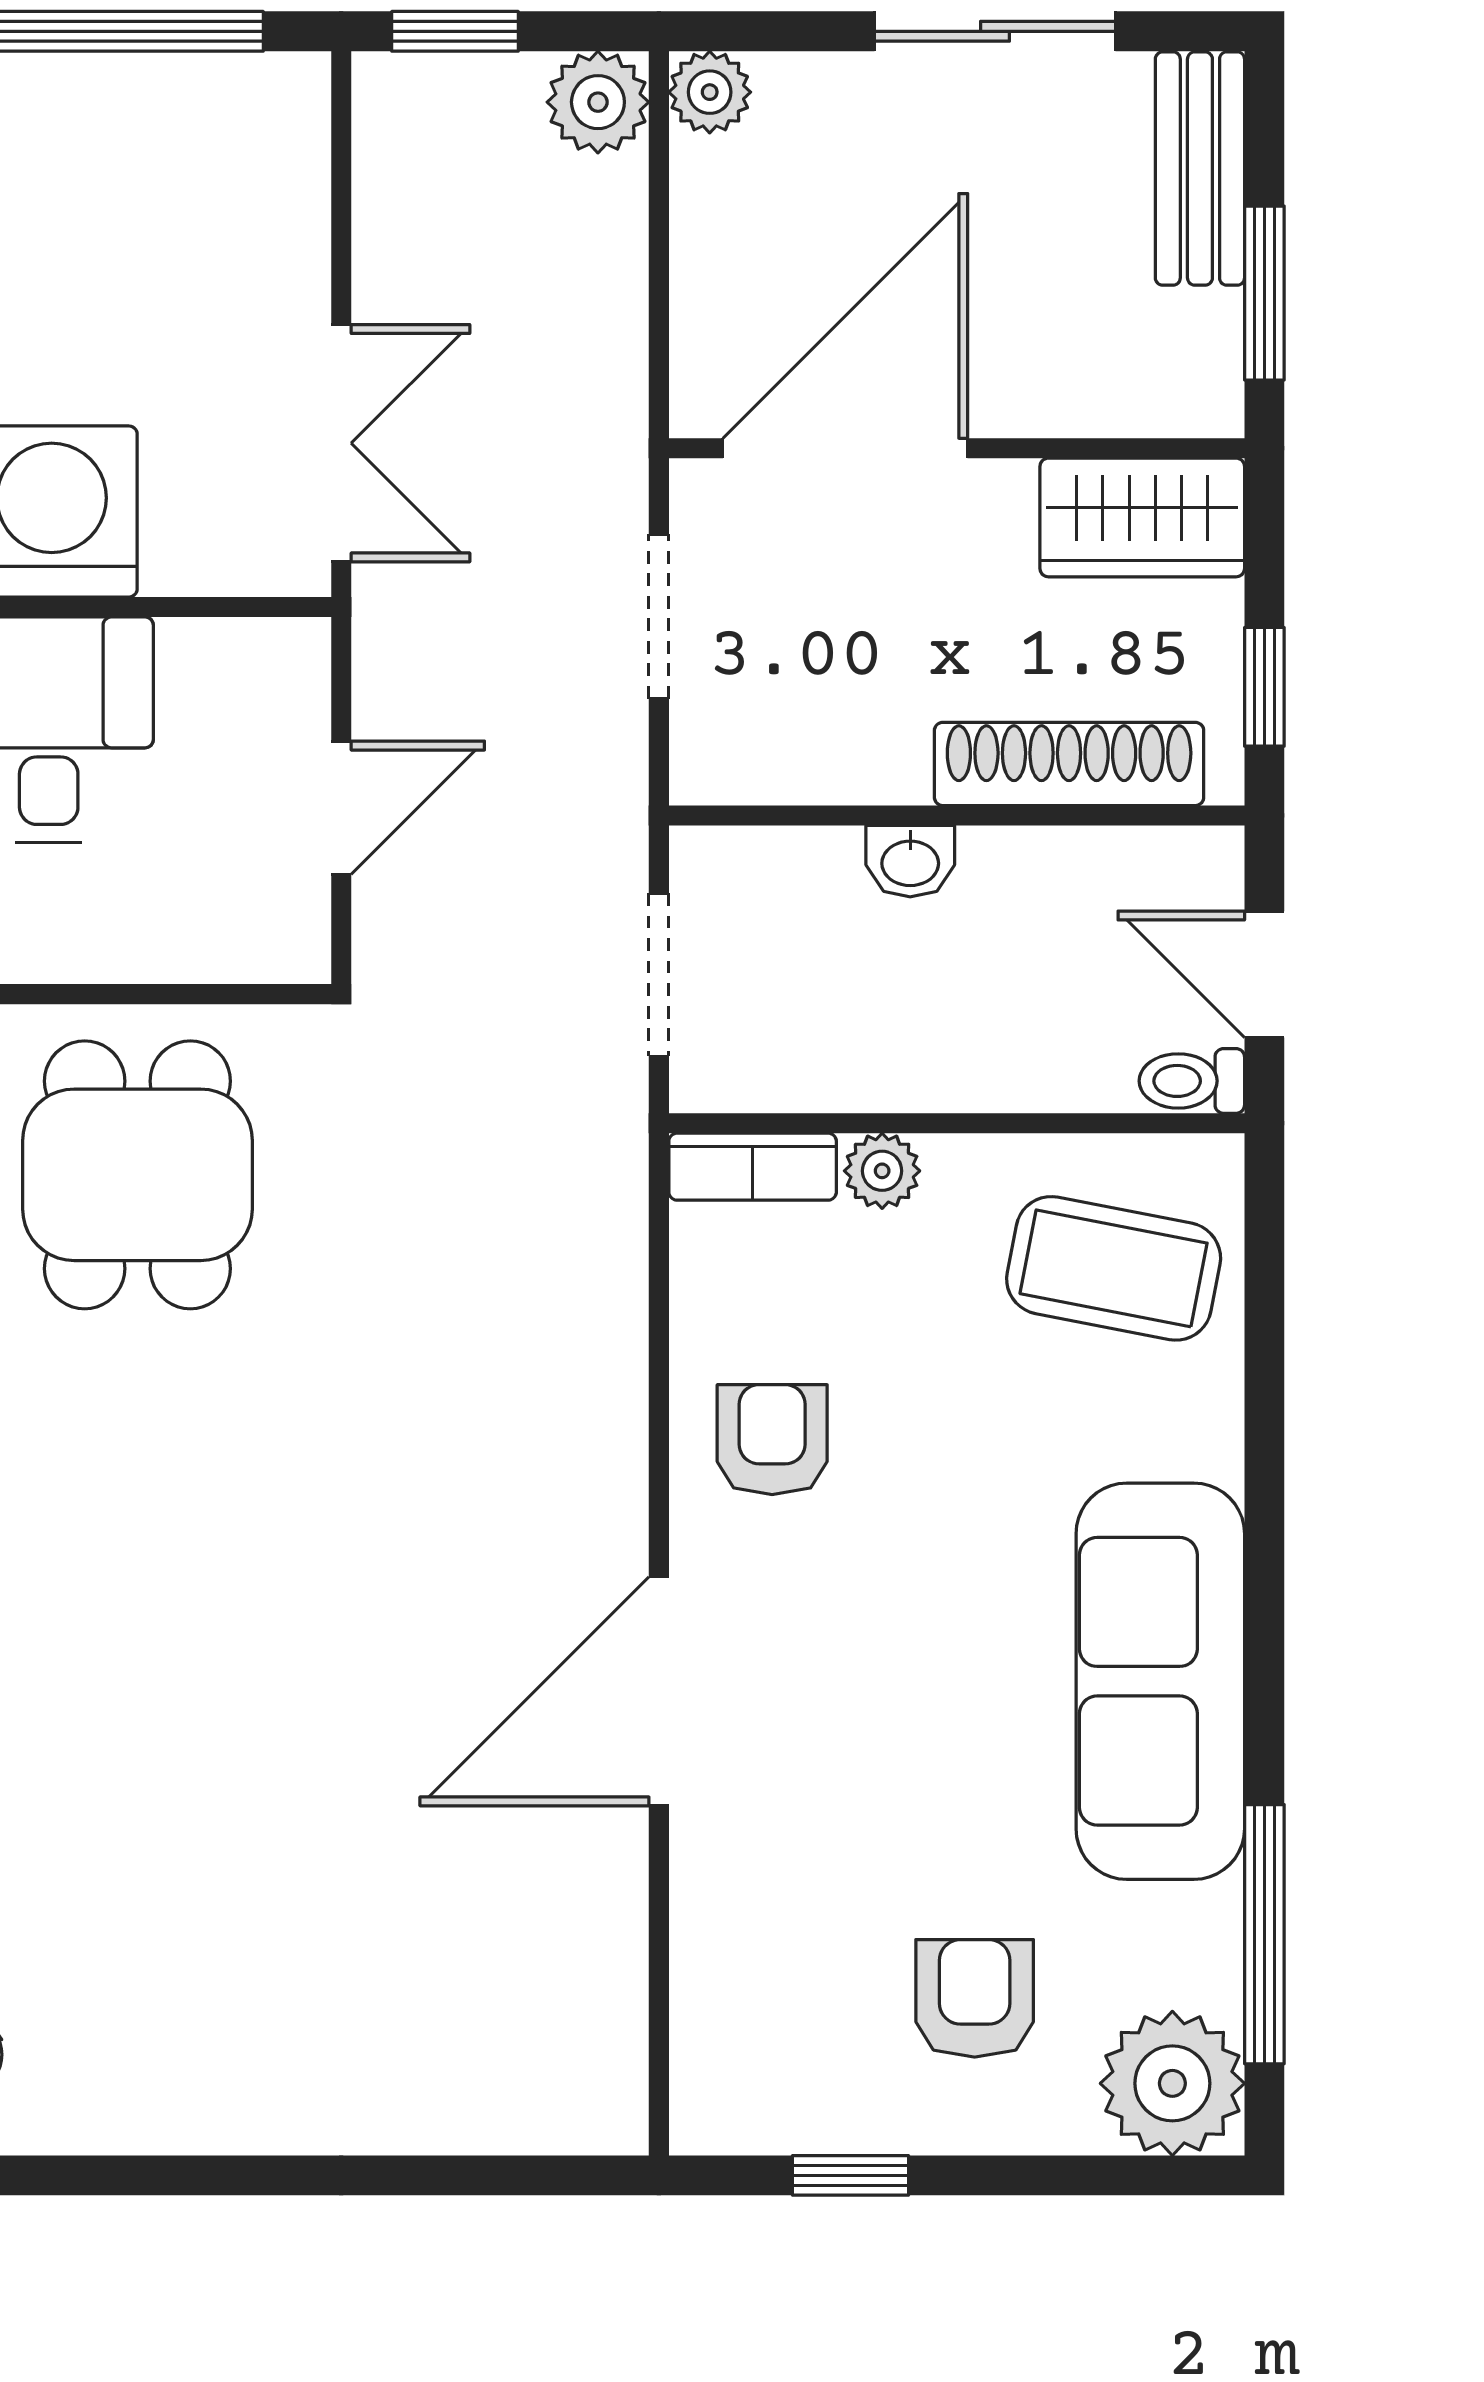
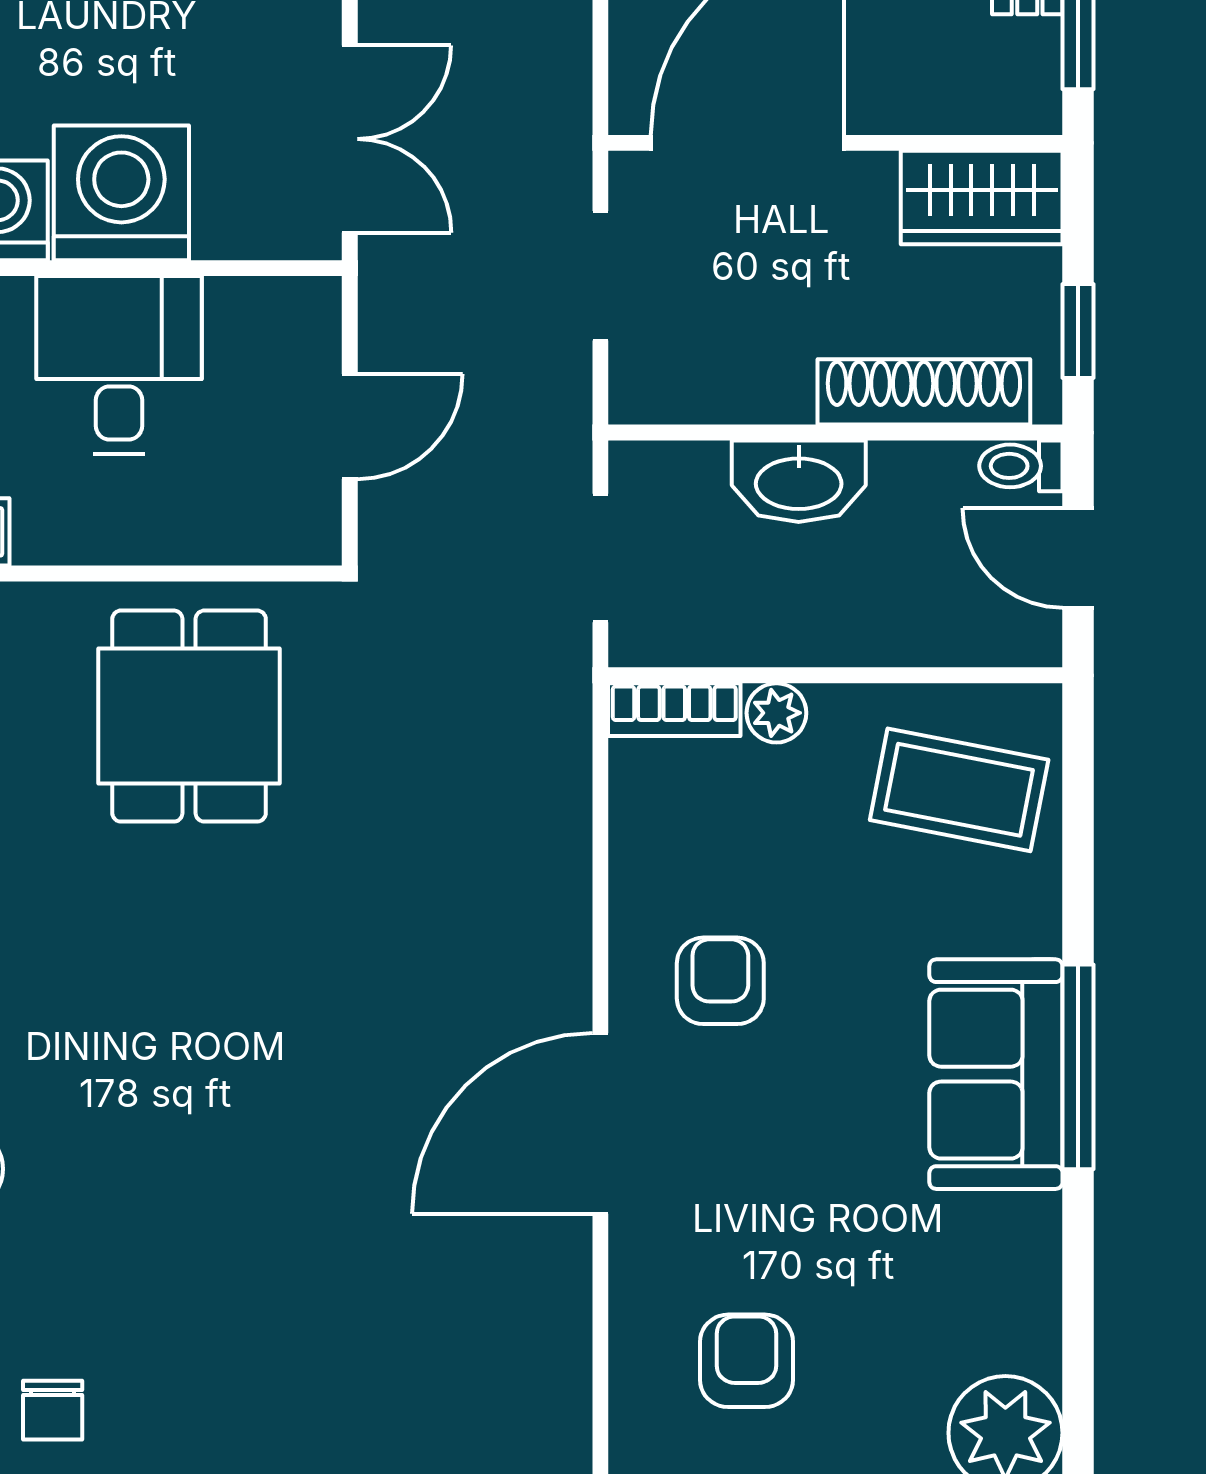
washbasin: (910, 861) -> (799, 481), width x1.91, depth x1.45
toilet: (1192, 1081) -> (1021, 466), moved
armchair: (772, 1440) -> (720, 981), moved
sofa: (1160, 1681) -> (996, 1074), width x0.73
window: (1264, 1934) -> (1078, 1067), moved
armchair: (975, 1998) -> (746, 1361), moved

